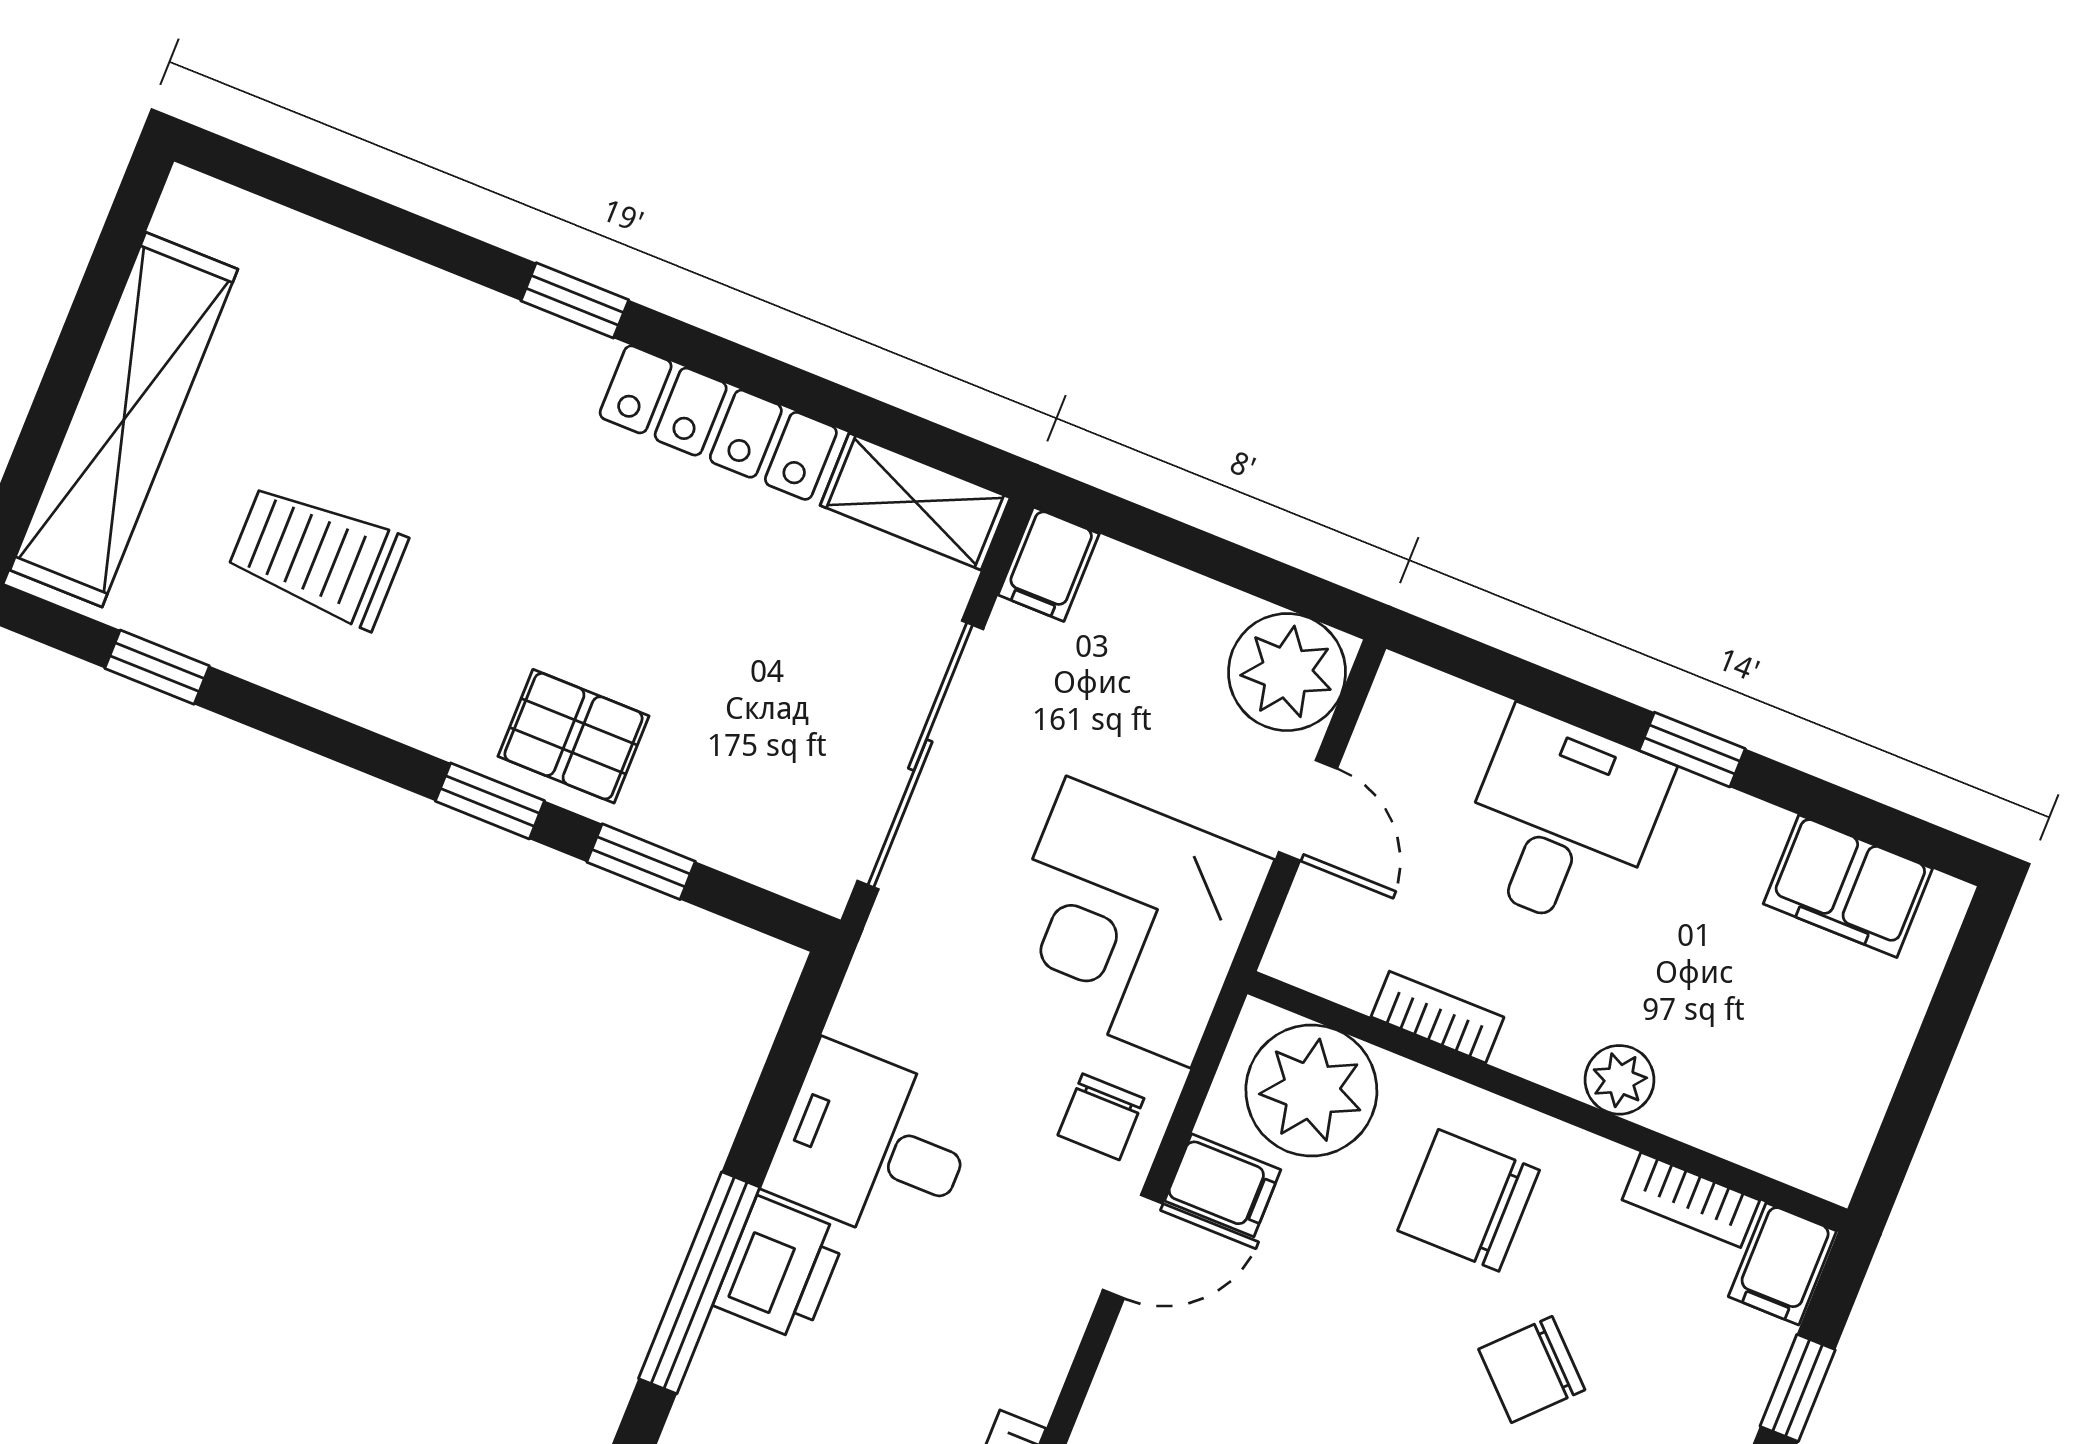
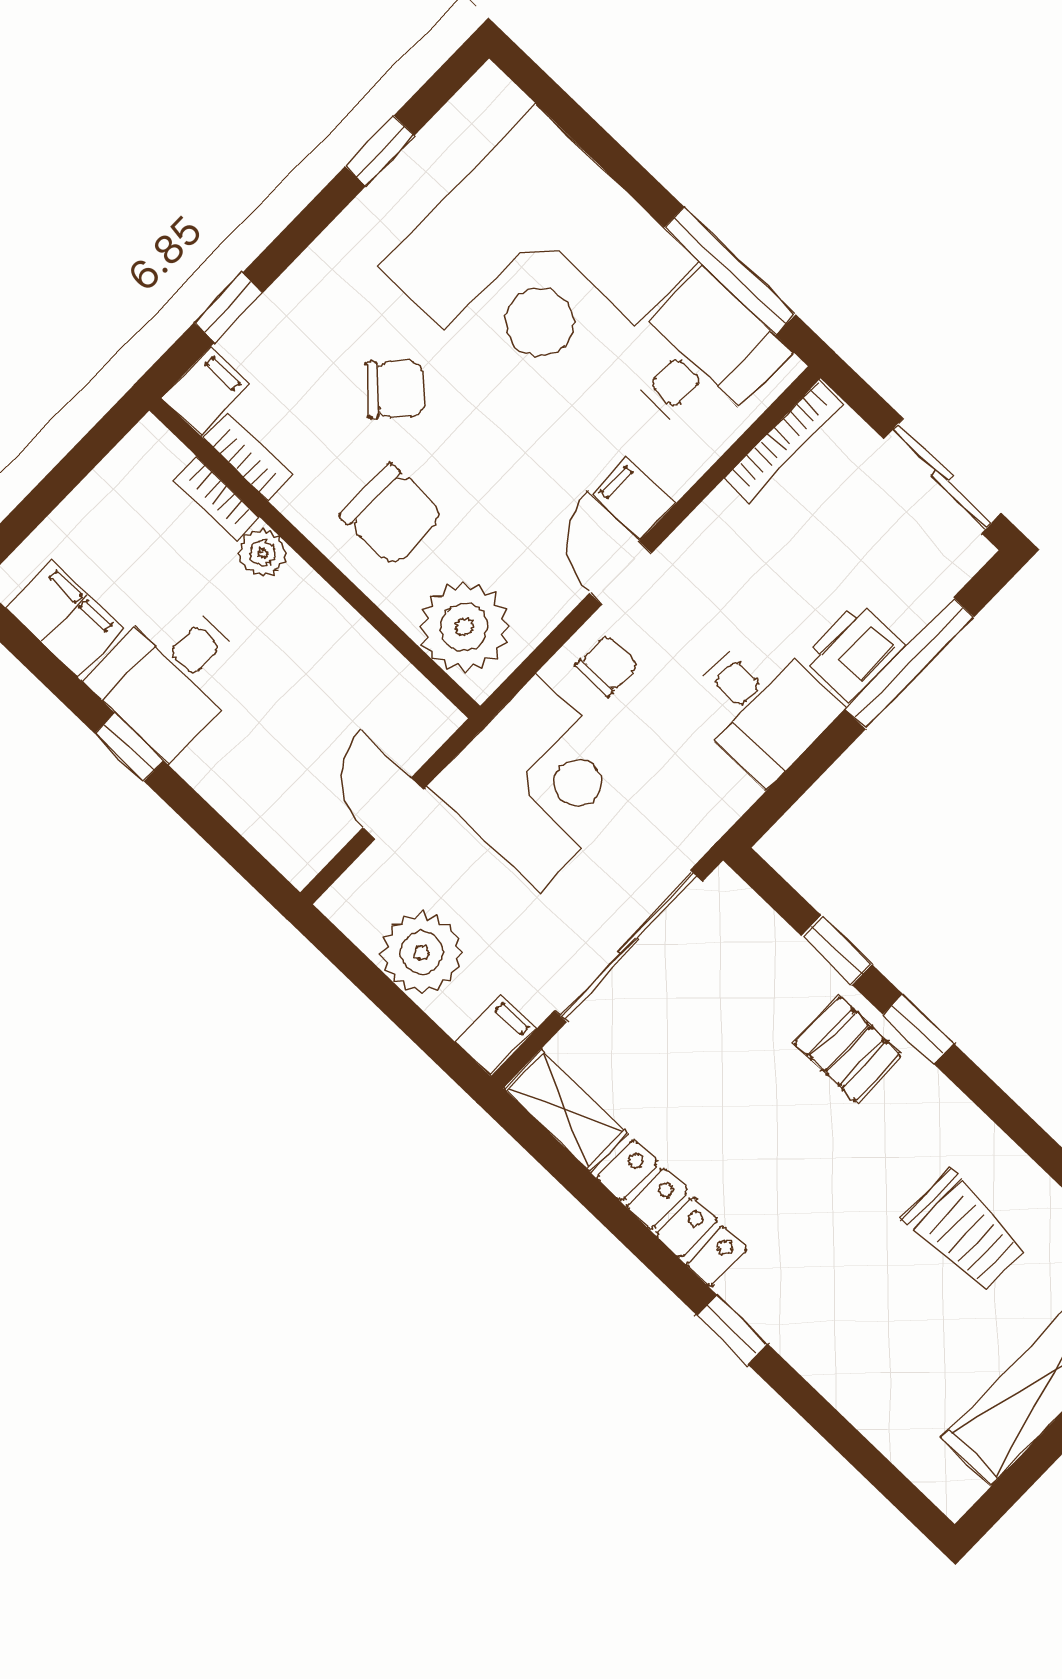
plant: (1287, 672) -> (422, 953), moved
desk: (1562, 821) -> (170, 675), moved
bookcase: (1437, 1017) -> (216, 498), moved
filing cabinet: (1223, 1185) -> (634, 499), moved
door: (1133, 1247) -> (620, 573), hinge flipped

